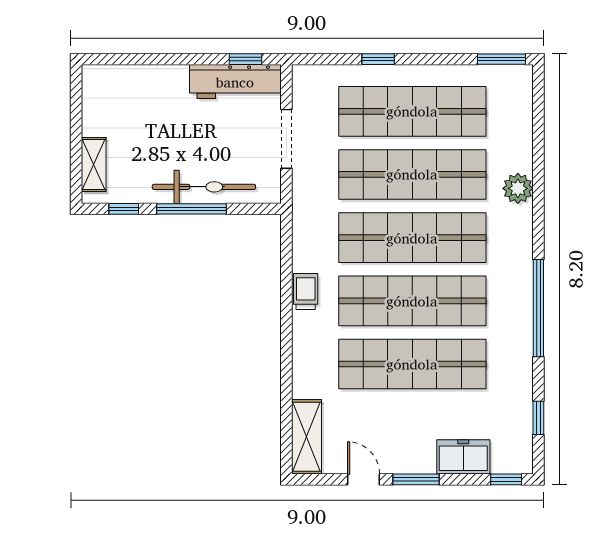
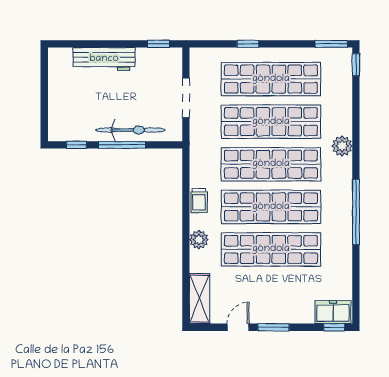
workbench: (235, 82) -> (104, 59), moved
shelving: (94, 164) -> (56, 115), removed
plant: (518, 188) -> (342, 146), moved
trolley: (306, 291) -> (199, 201), turned 180
plant: (305, 349) -> (199, 240), added
window: (538, 418) -> (356, 65), moved
freezer: (463, 457) -> (333, 312), moved
door: (364, 479) -> (238, 327), hinge flipped

